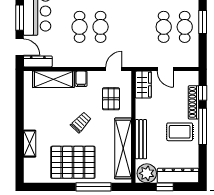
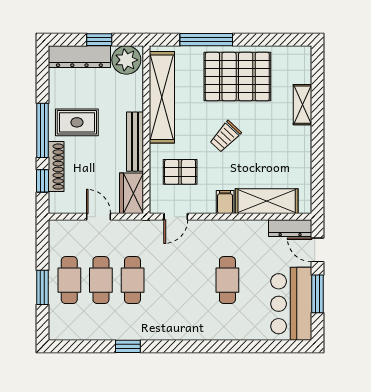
cafe table: (101, 27) -> (133, 280), moved
pallet: (111, 99) -> (180, 172), turned 90
bench: (141, 139) -> (135, 142), moved

